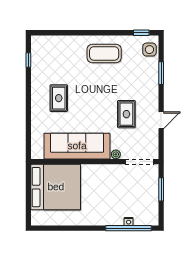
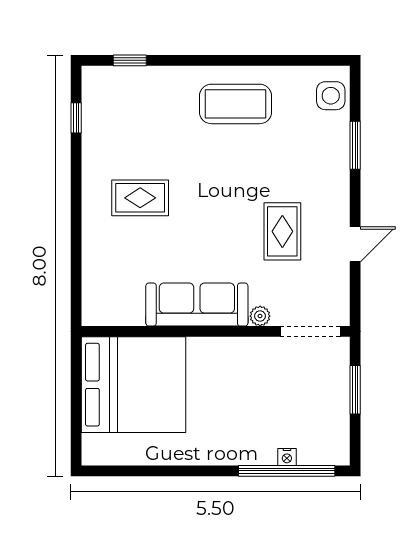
window: (141, 33) -> (130, 60), moved
rug: (59, 98) -> (140, 198), turned 90
sofa: (77, 146) -> (197, 305), width x0.74, depth x0.79

